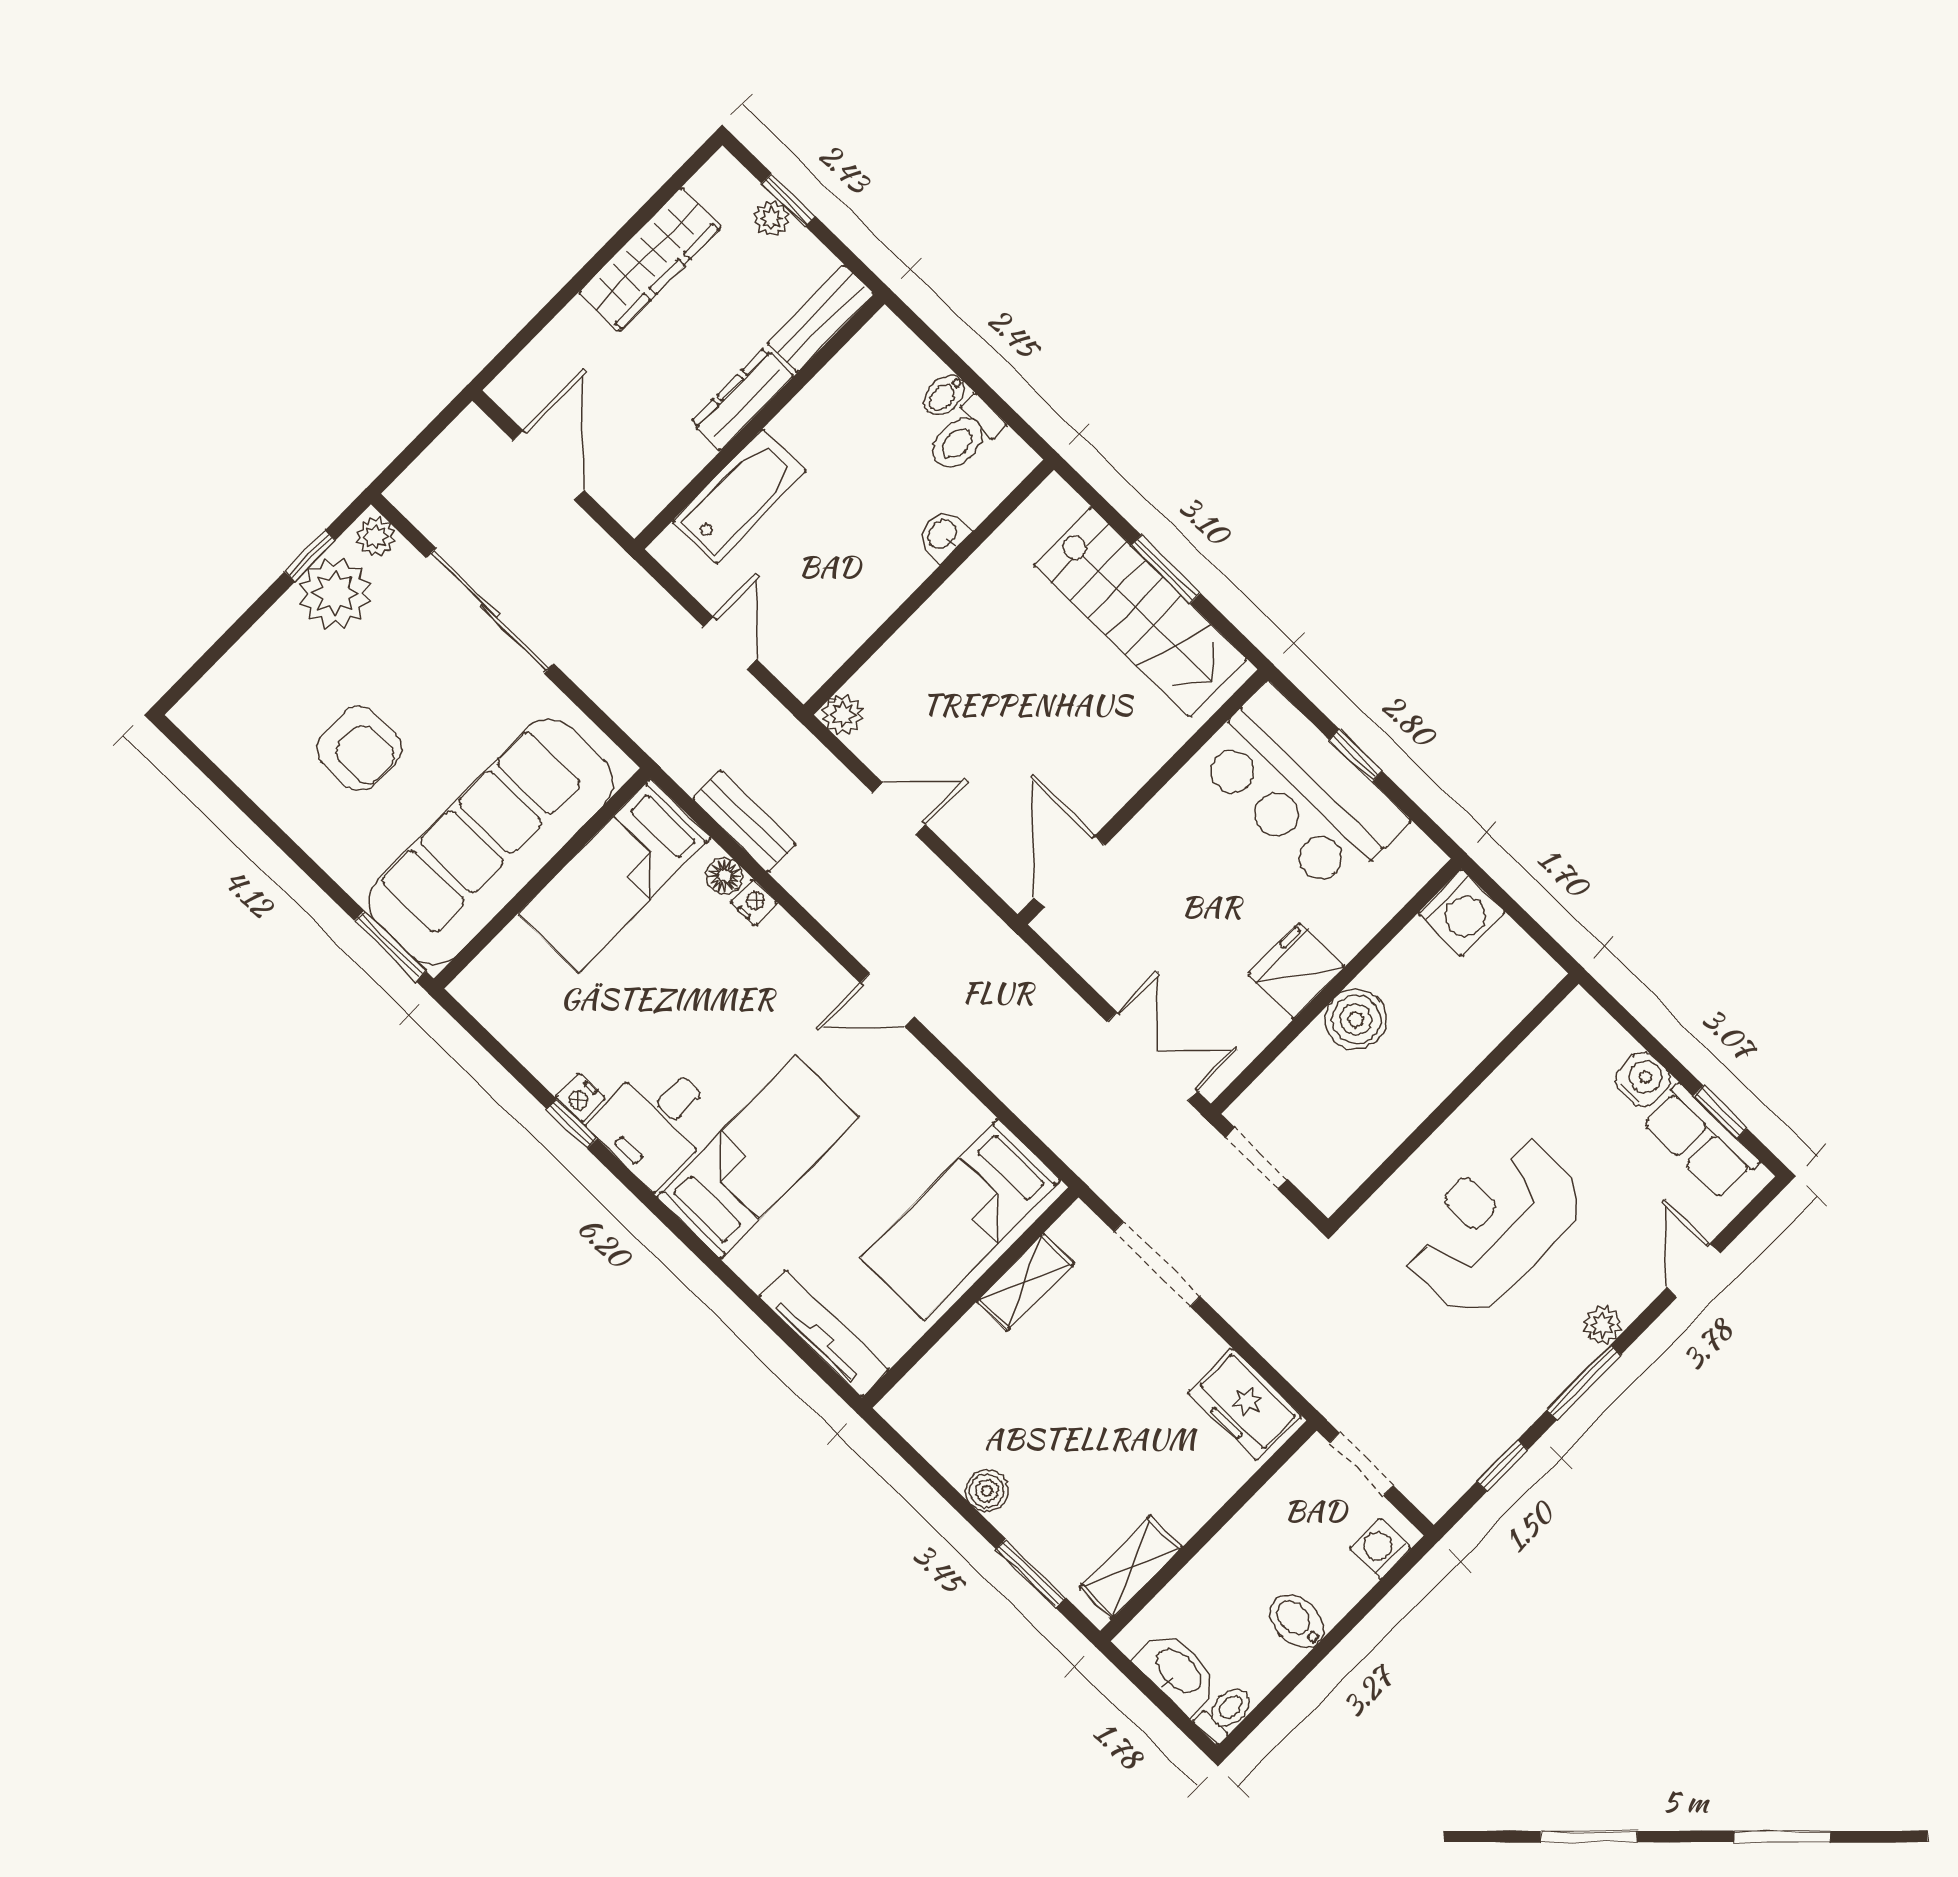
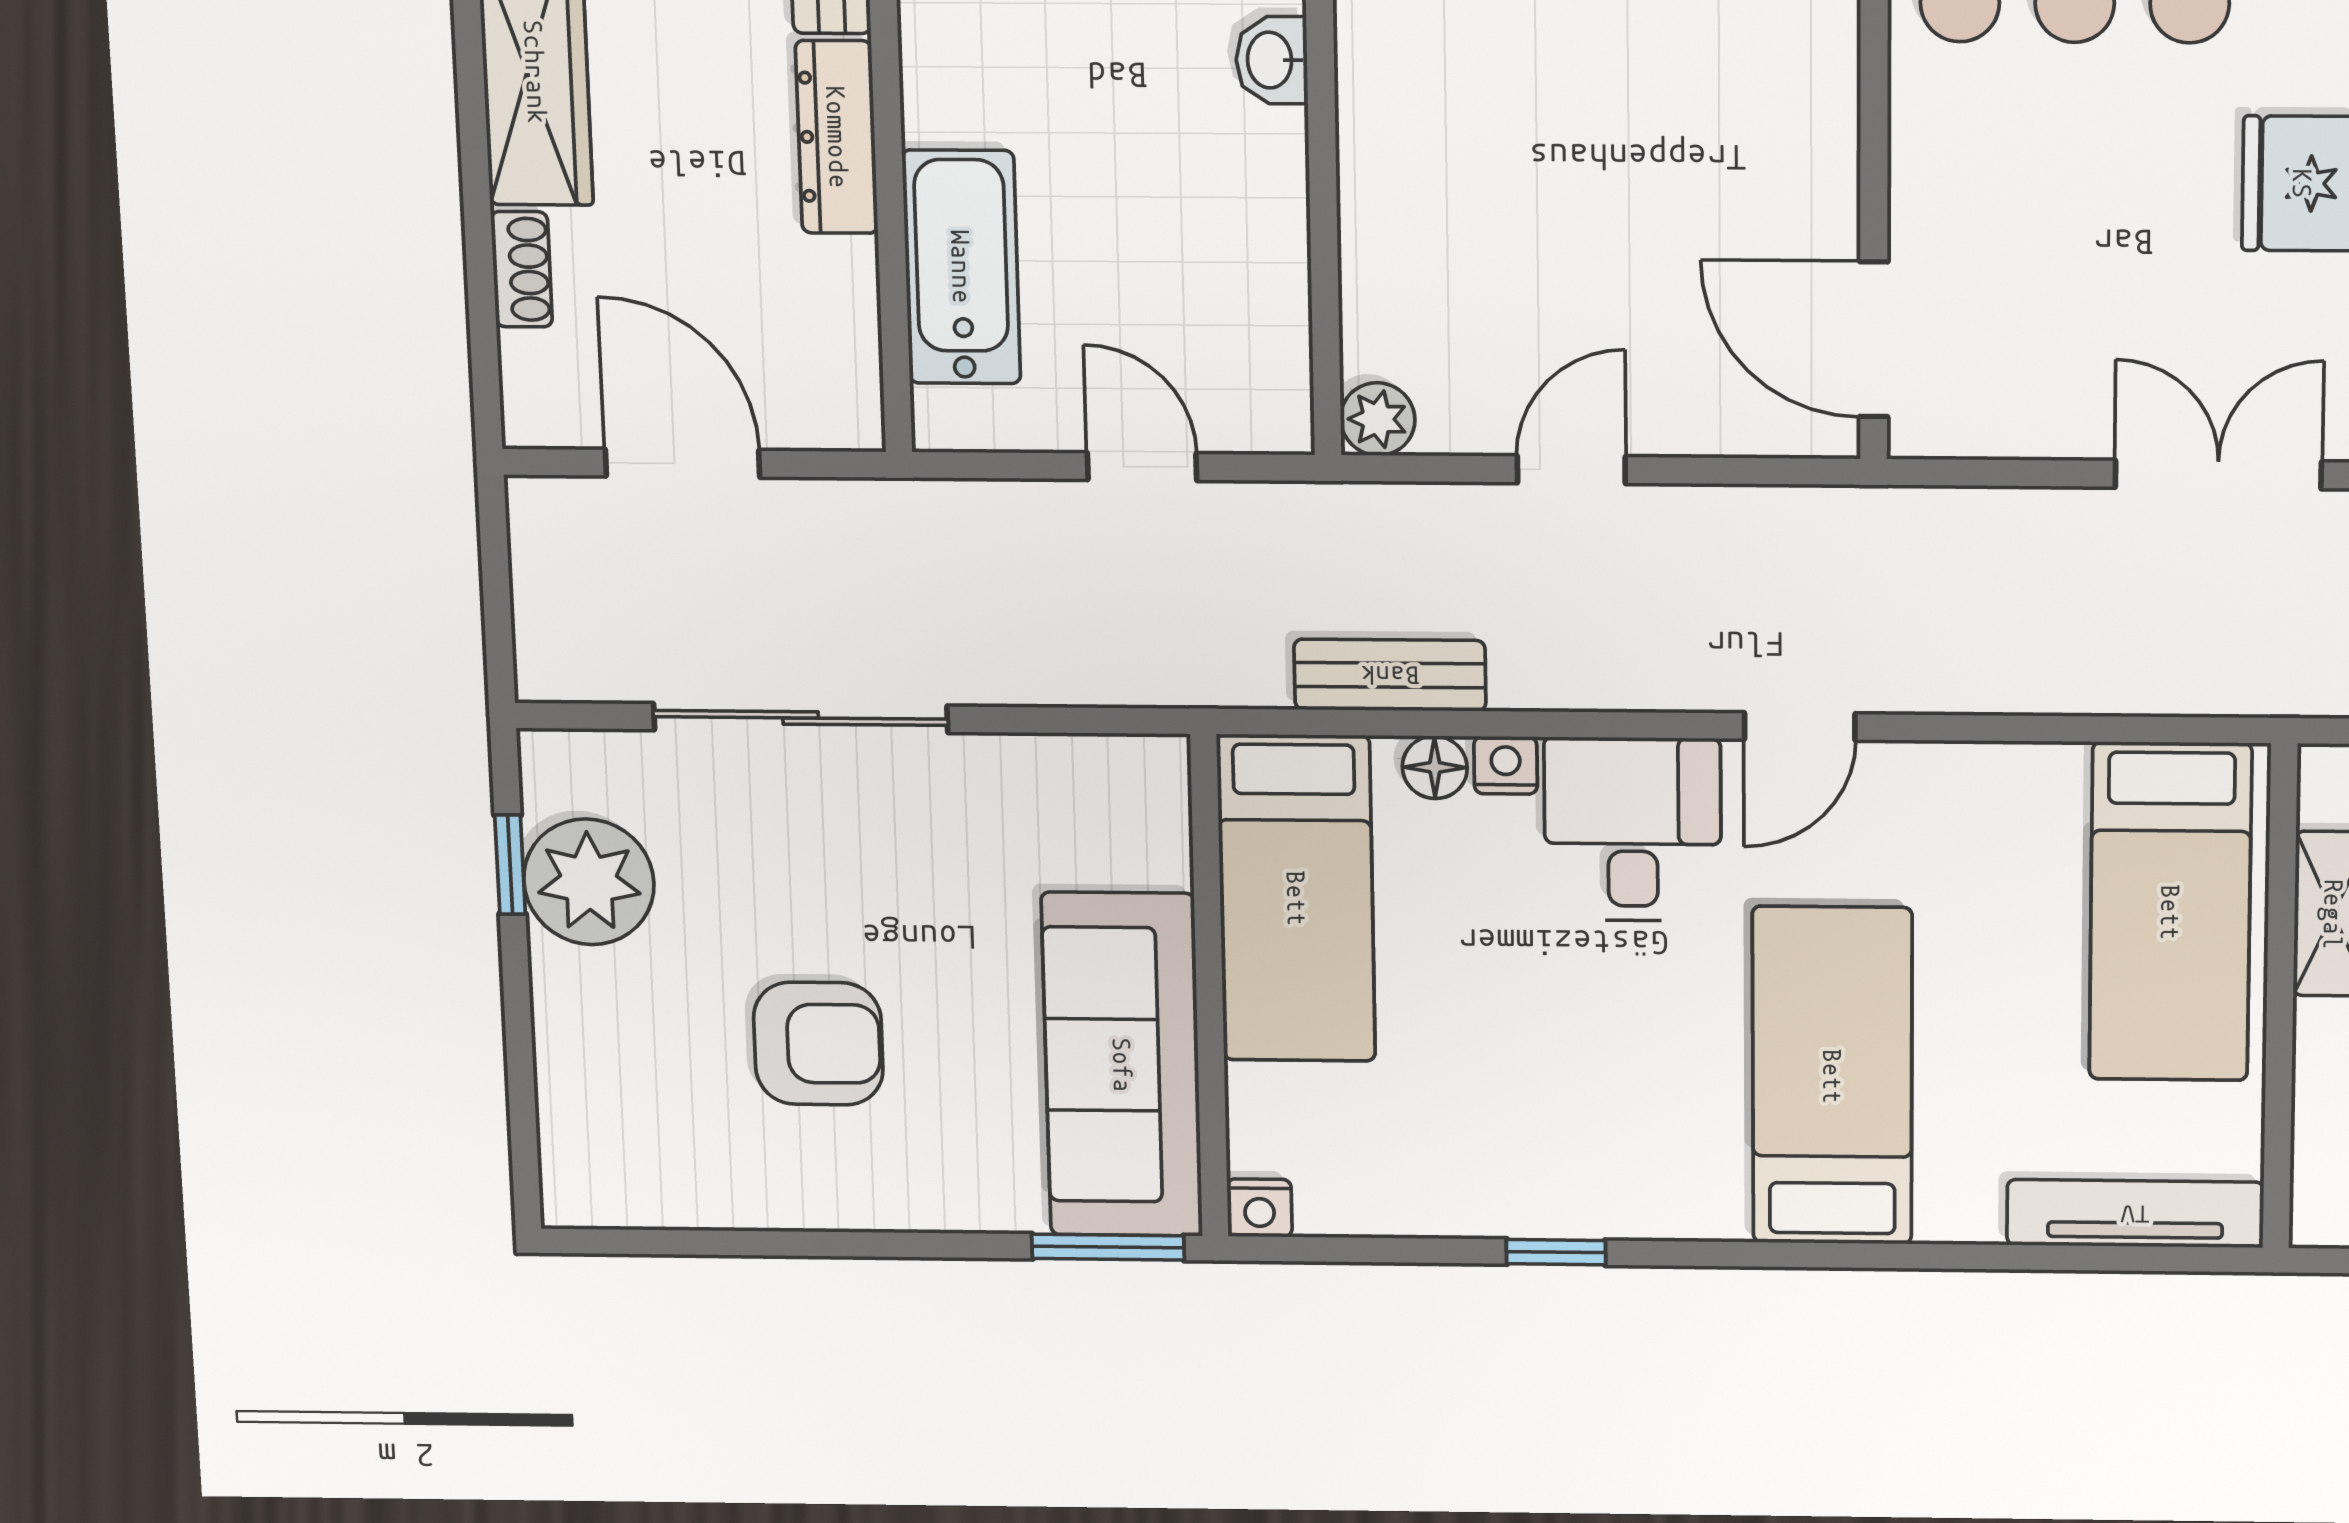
shoe rack: (564, 329) -> (522, 269), added
plant: (376, 537) -> (565, 763), removed
sofa: (491, 842) -> (1122, 1065), width x0.74, depth x0.79
nightstand: (580, 1098) -> (1259, 1208), moved
desk: (656, 1122) -> (1633, 829), moved, turned 180

